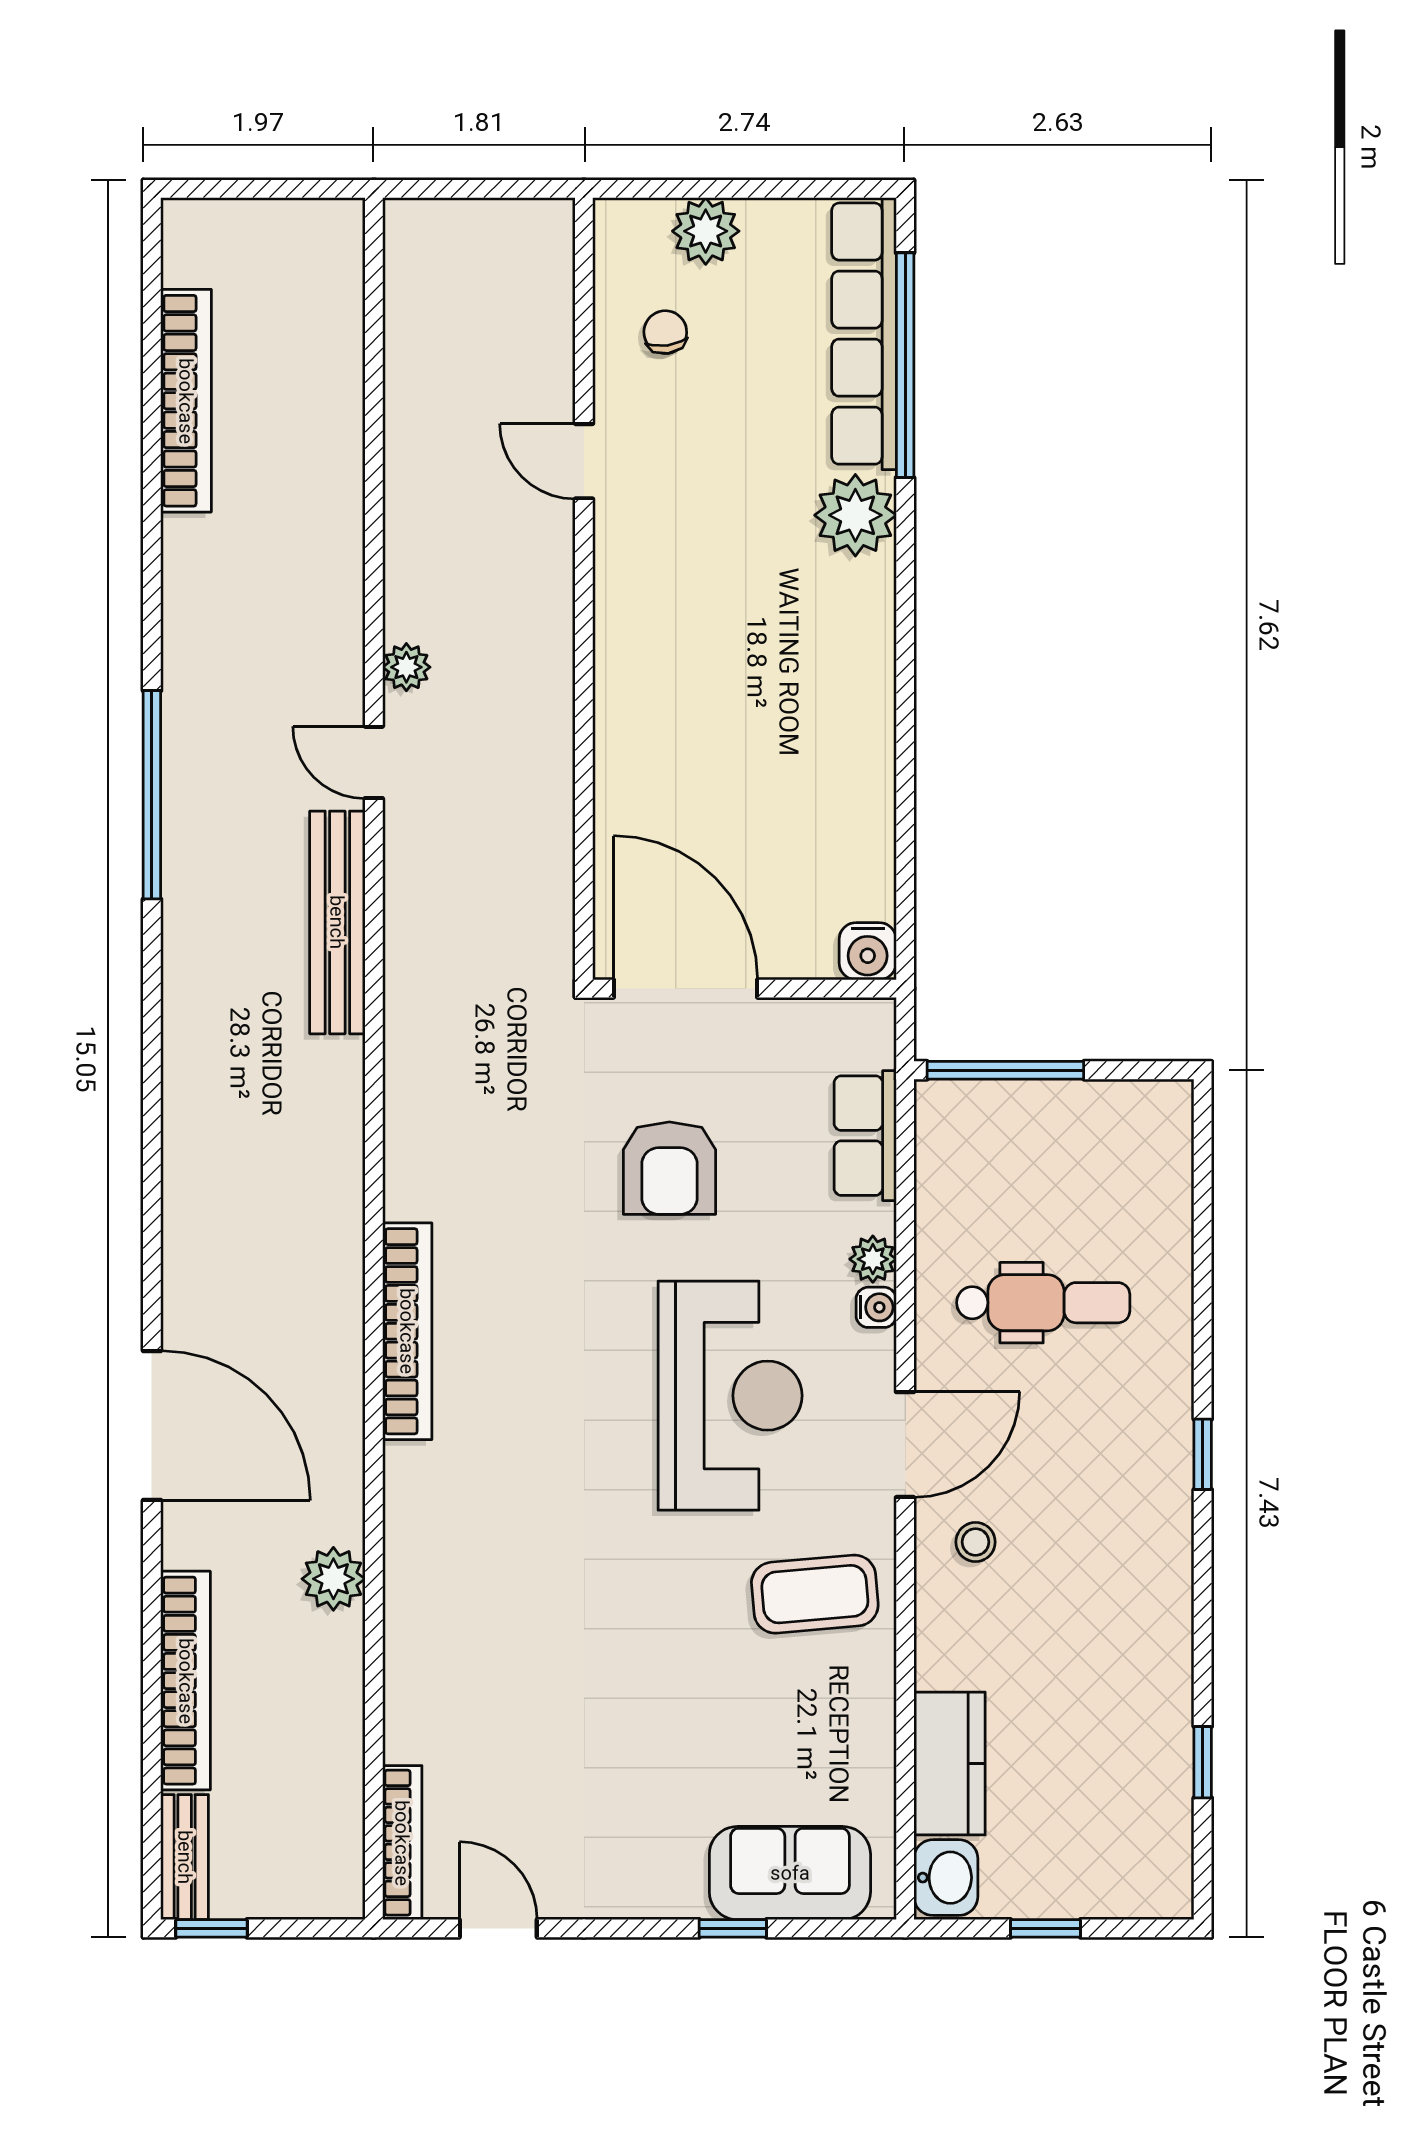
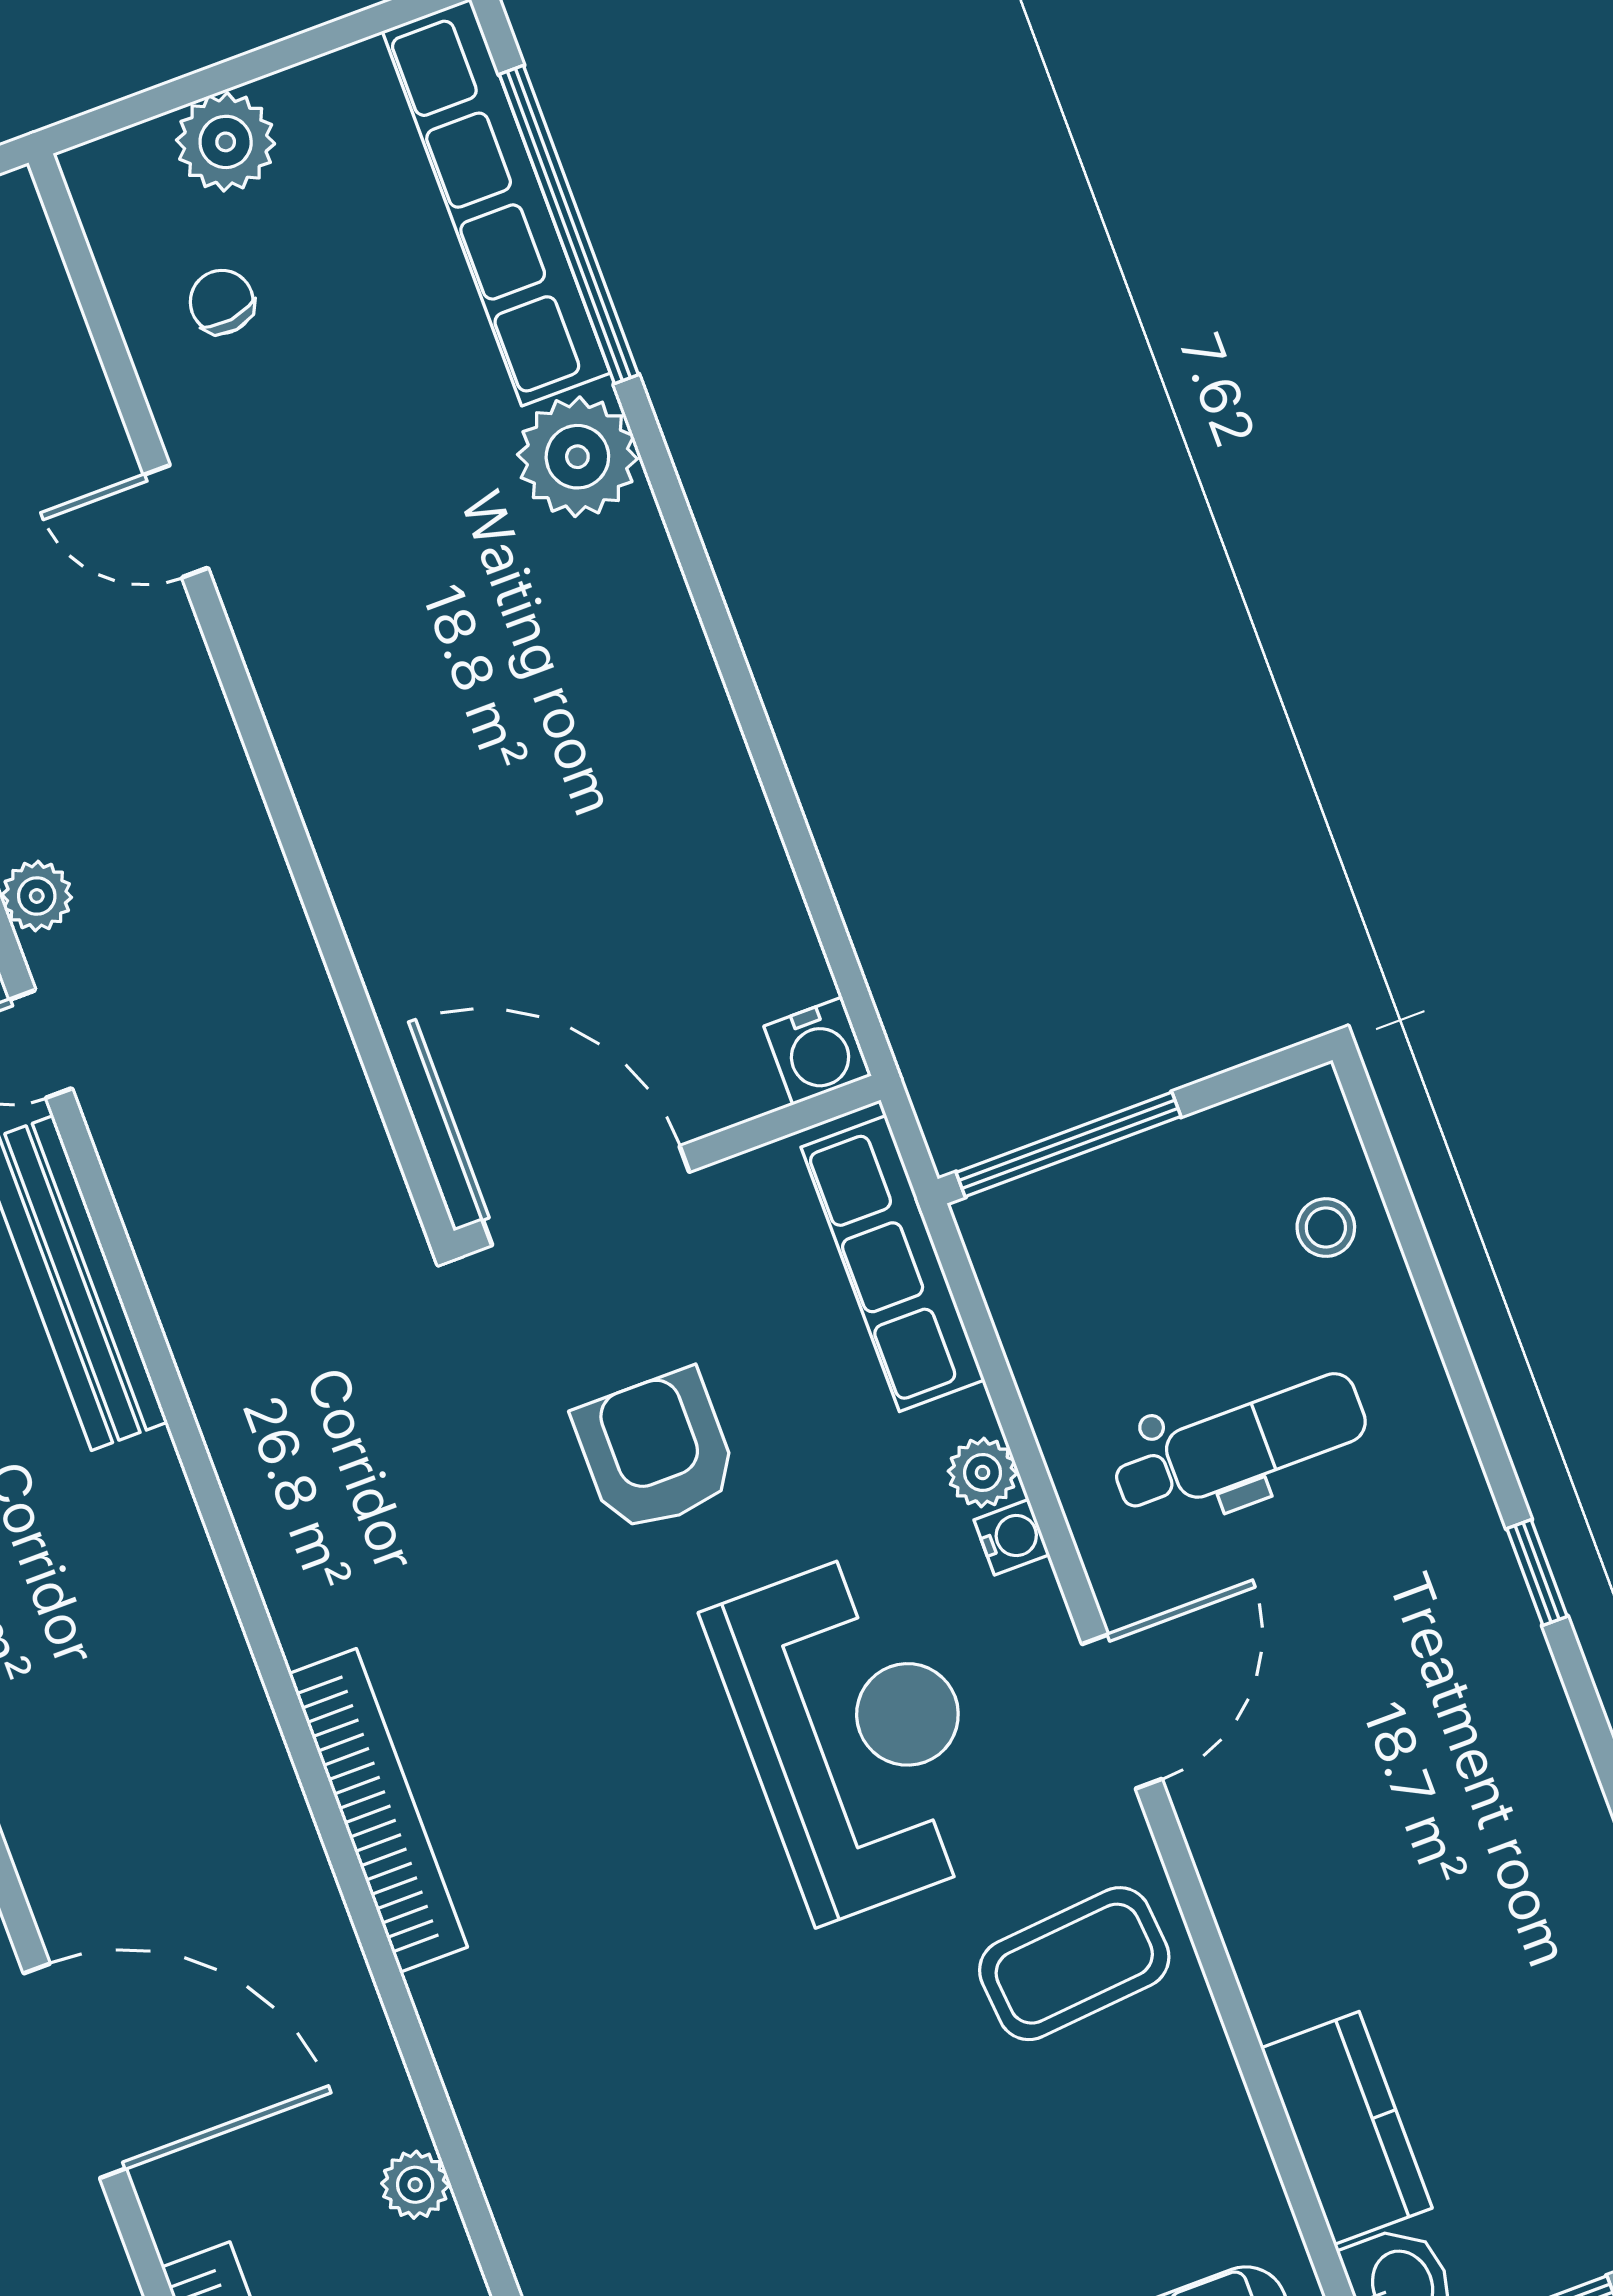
row of seats: (865, 1136) -> (893, 1263), width x1.48
armchair: (669, 1168) -> (656, 1451), turned 180
stool: (976, 1542) -> (1326, 1228), moved
plant: (333, 1579) -> (415, 2185), width x0.73, depth x0.73

